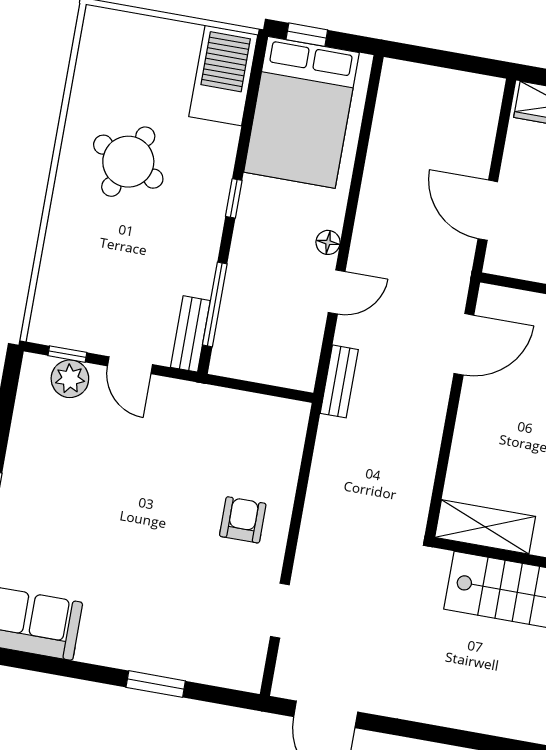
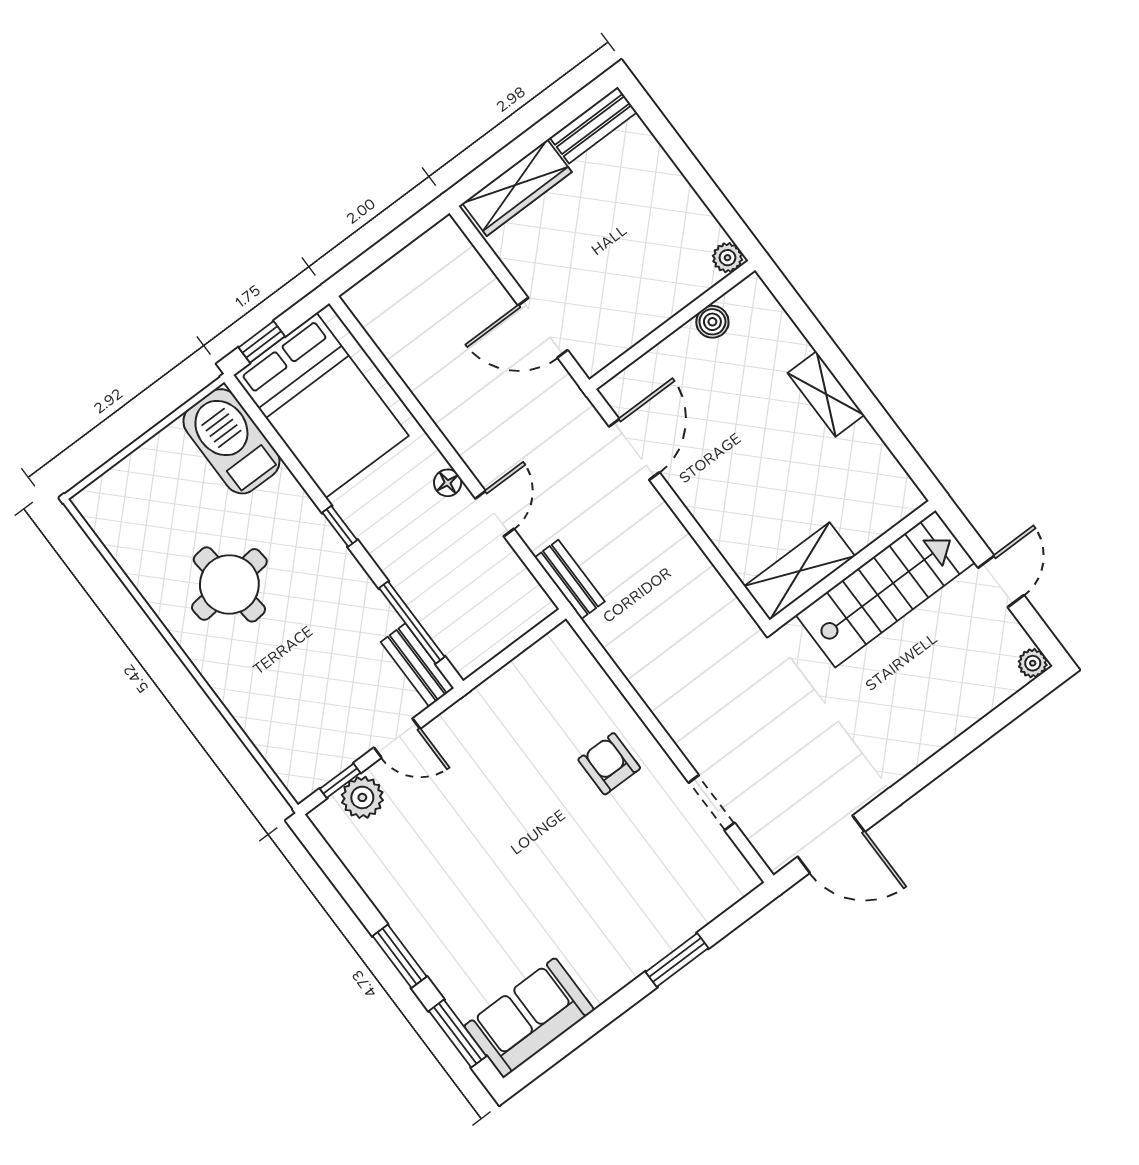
round table: (128, 162) -> (229, 584), turned -30

